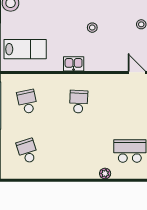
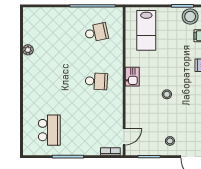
school desk: (27, 151) -> (49, 32), removed
plant: (105, 173) -> (28, 50), moved

